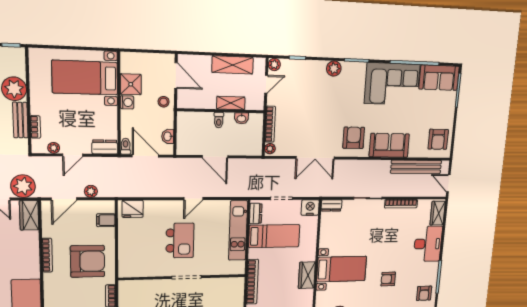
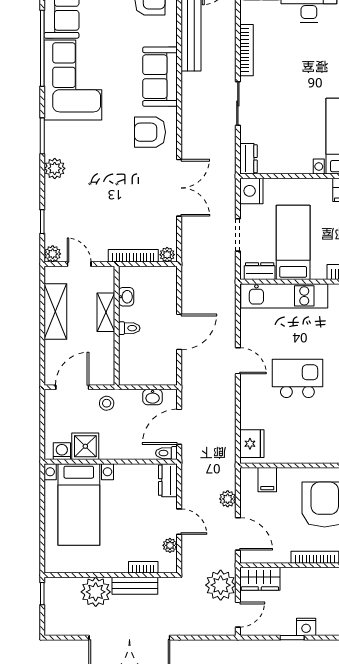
washing machine: (127, 102) -> (62, 451), moved

